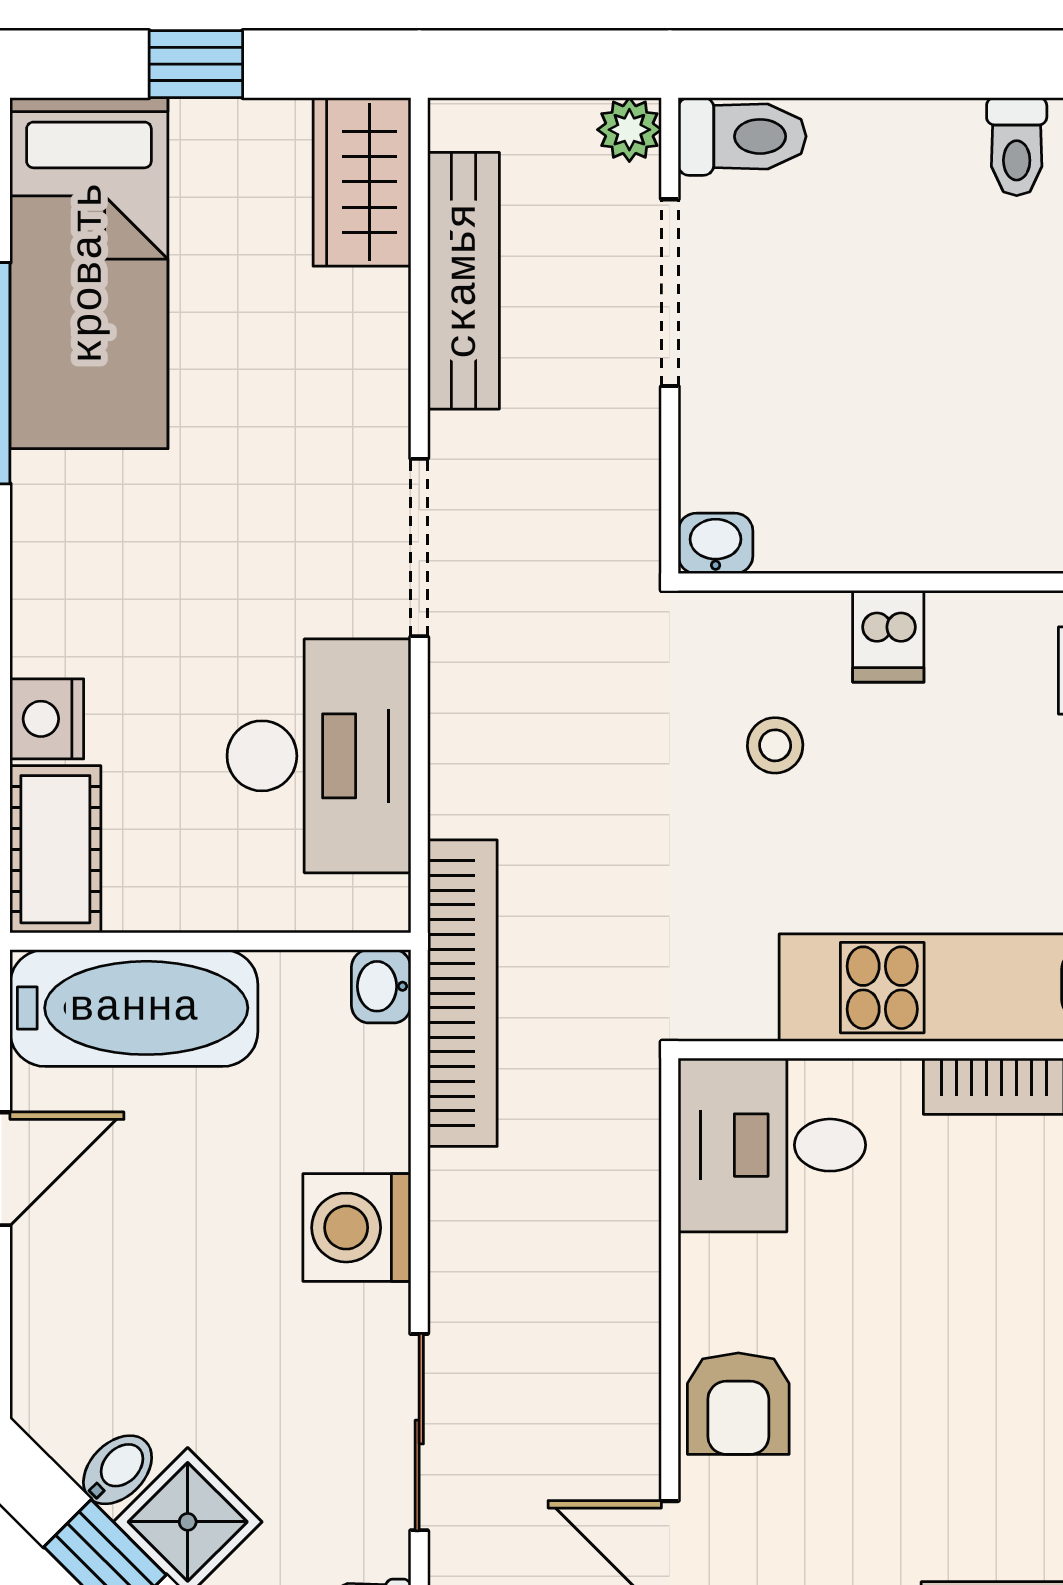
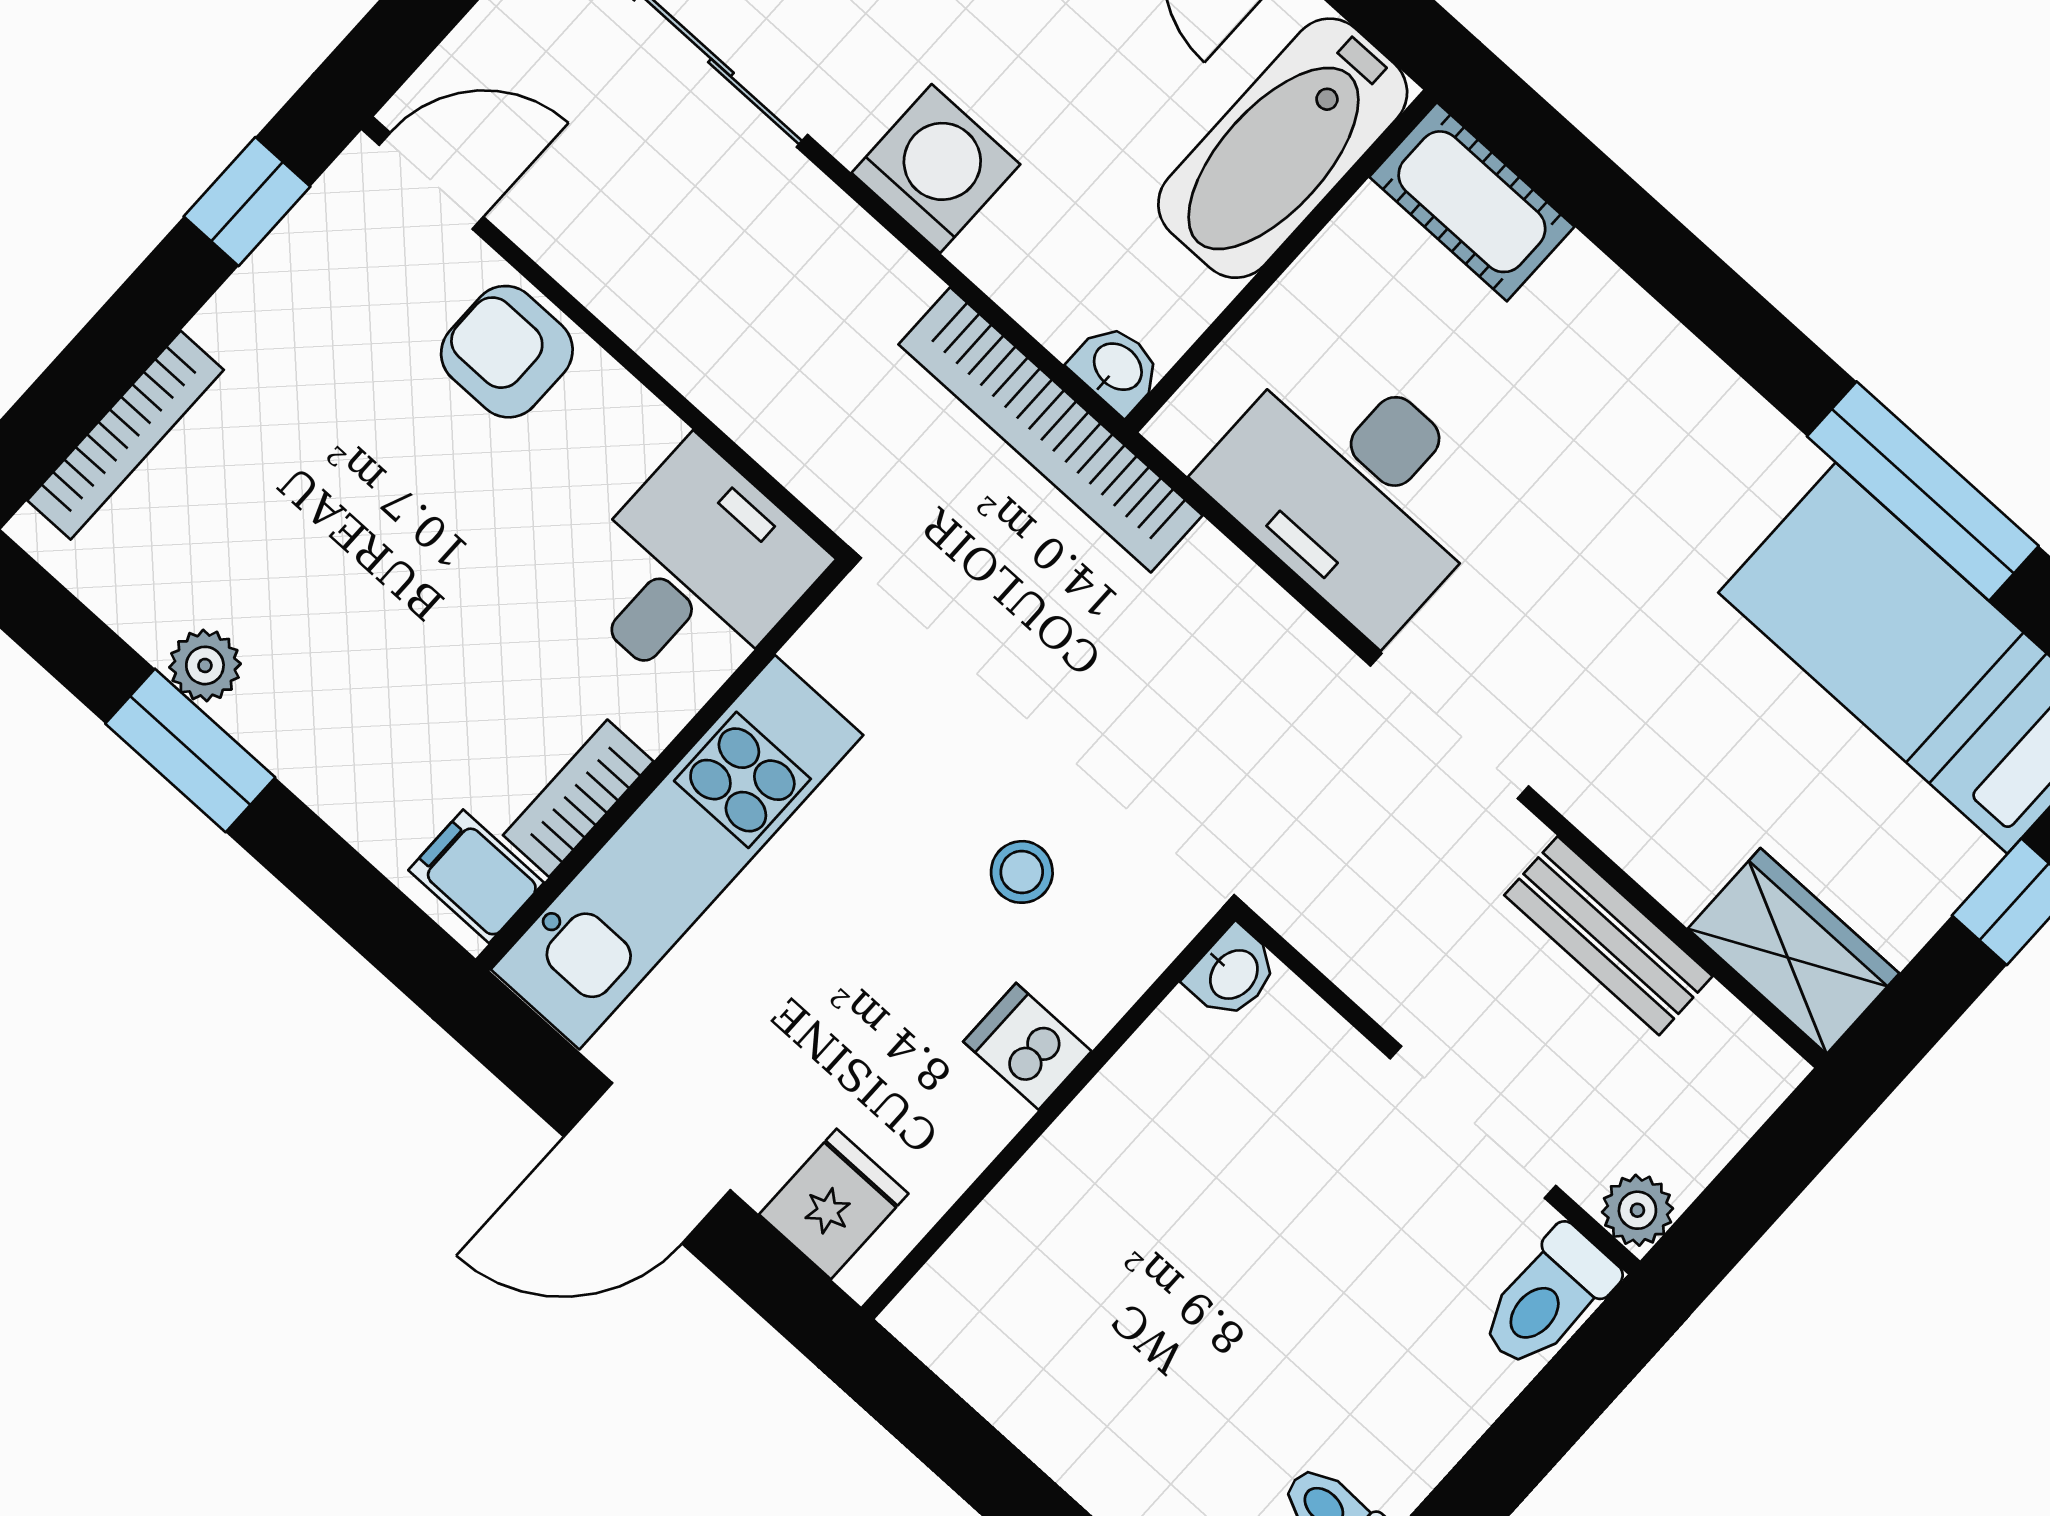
bench: (463, 281) -> (1608, 936), width x0.73
nightstand: (47, 719) -> (1586, 292), removed

